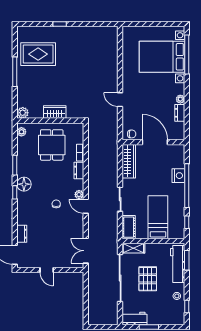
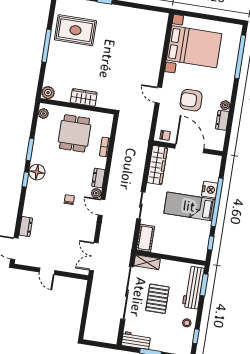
bed with nightstands: (162, 57) -> (194, 47), moved, turned 180
armchair: (150, 99) -> (191, 100), added
dresser: (79, 170) -> (98, 178), moved
bed: (158, 217) -> (189, 206), moved, turned -90

